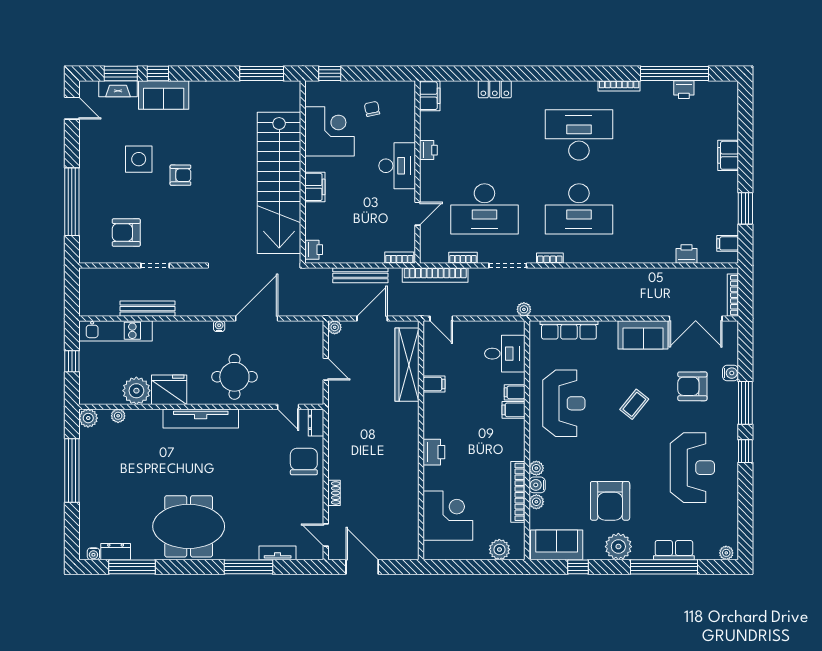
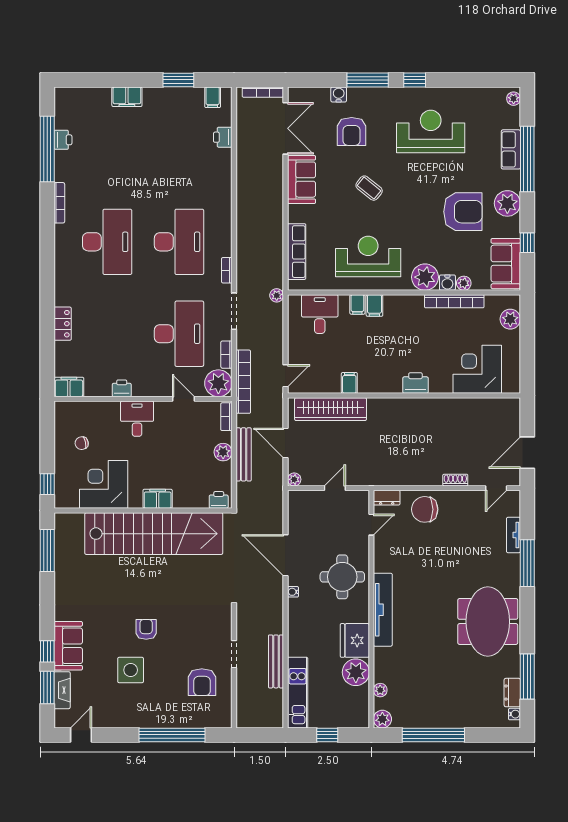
desk: (579, 135) -> (107, 242), turned 180
desk: (397, 166) -> (137, 419), width x0.73
plant: (434, 249) -> (218, 383), added
plant: (363, 254) -> (223, 452), added
plant: (536, 468) -> (425, 277), width x1.88, depth x1.88

